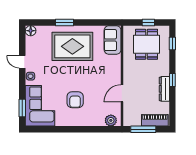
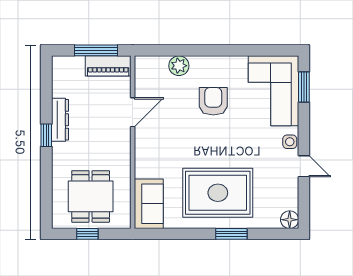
window: (172, 44) -> (46, 198), removed
plant: (111, 120) -> (179, 66), moved
piano: (155, 120) -> (108, 66), moved

